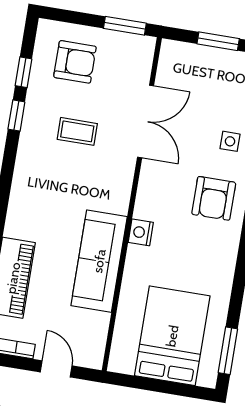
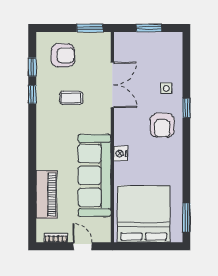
sofa: (99, 261) -> (94, 175), width x1.36, depth x1.27
bed: (172, 336) -> (144, 214), width x1.36

